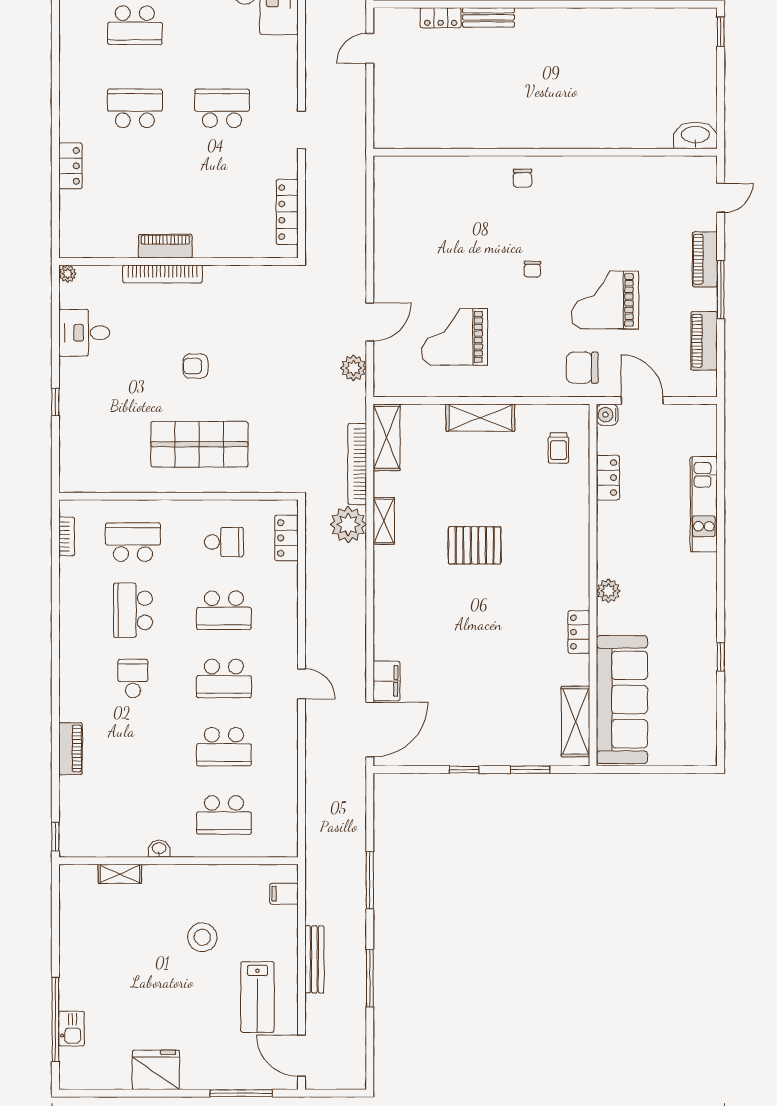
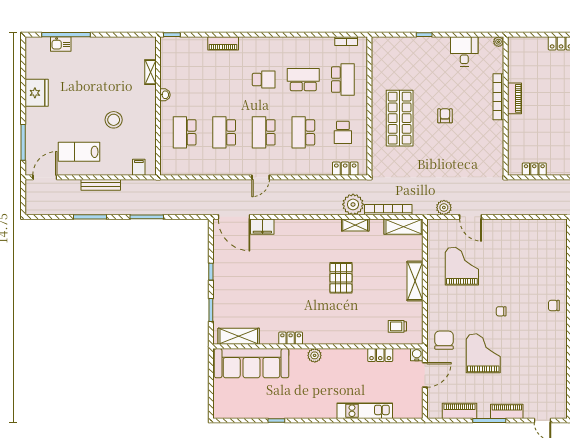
locker: (287, 212) -> (534, 169), width x0.66

